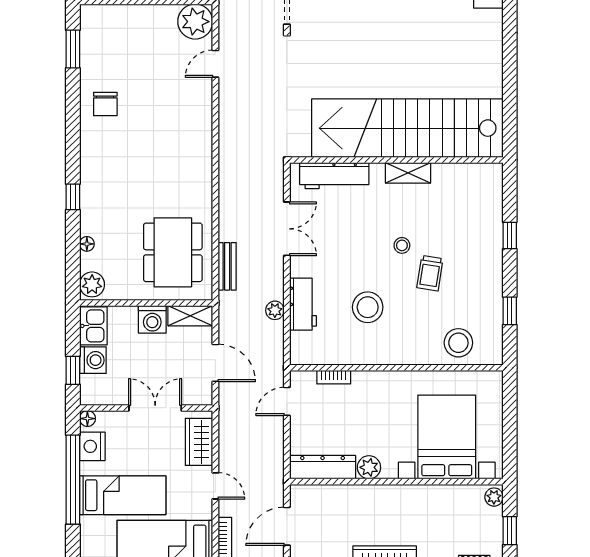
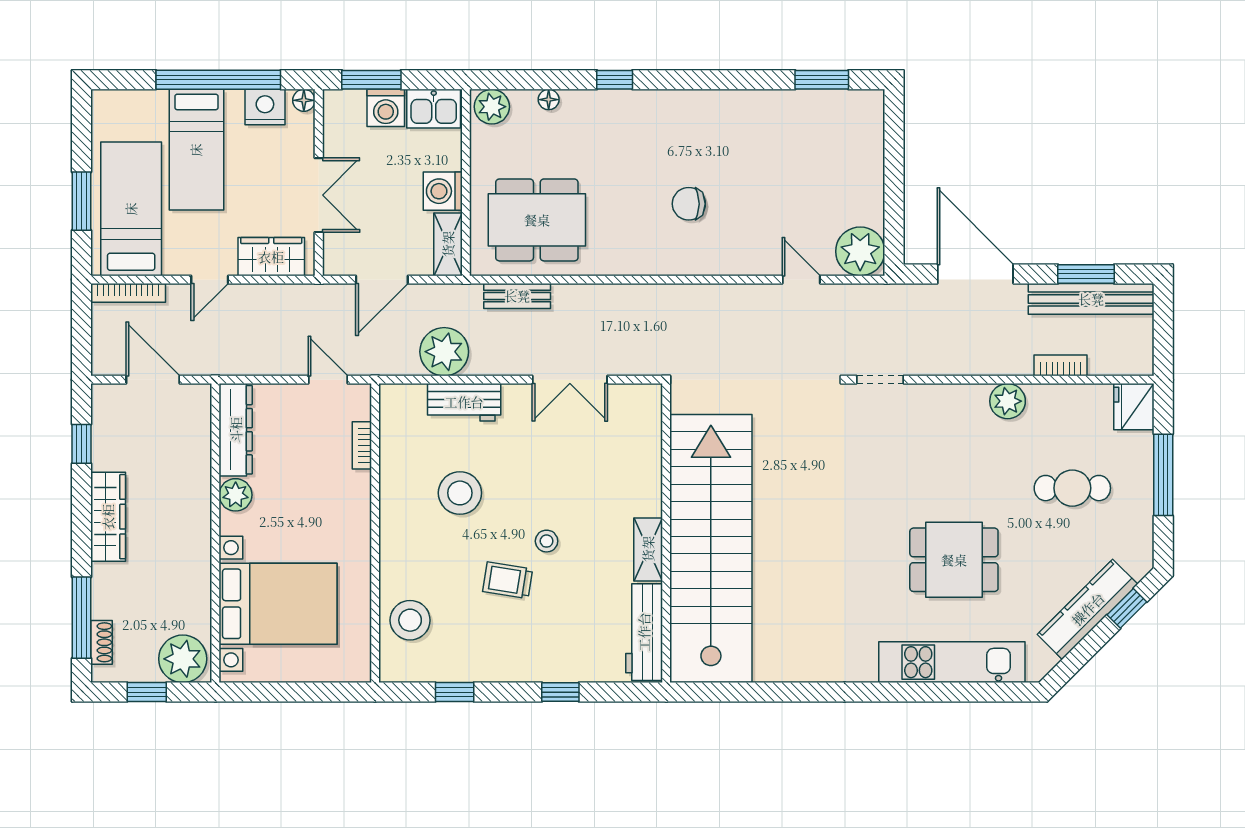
chair: (105, 104) -> (689, 204), moved
workbench: (334, 176) -> (644, 632), moved
plant: (275, 310) -> (444, 352), width x1.87, depth x1.87
window: (73, 370) -> (371, 80), width x1.50
plant: (494, 497) -> (183, 659), width x1.88, depth x1.88

